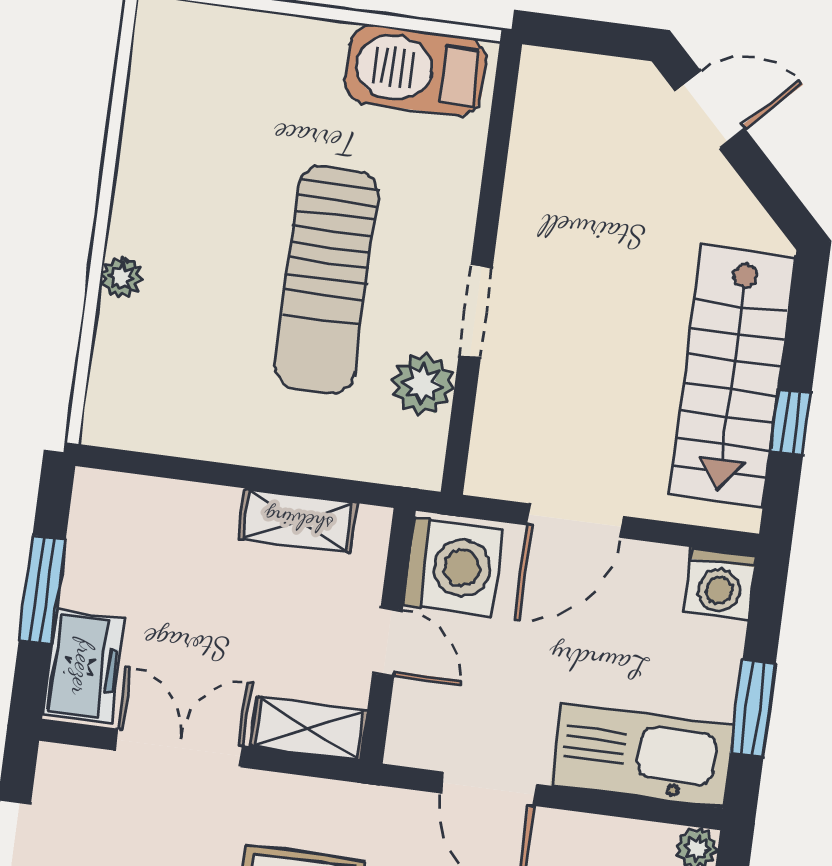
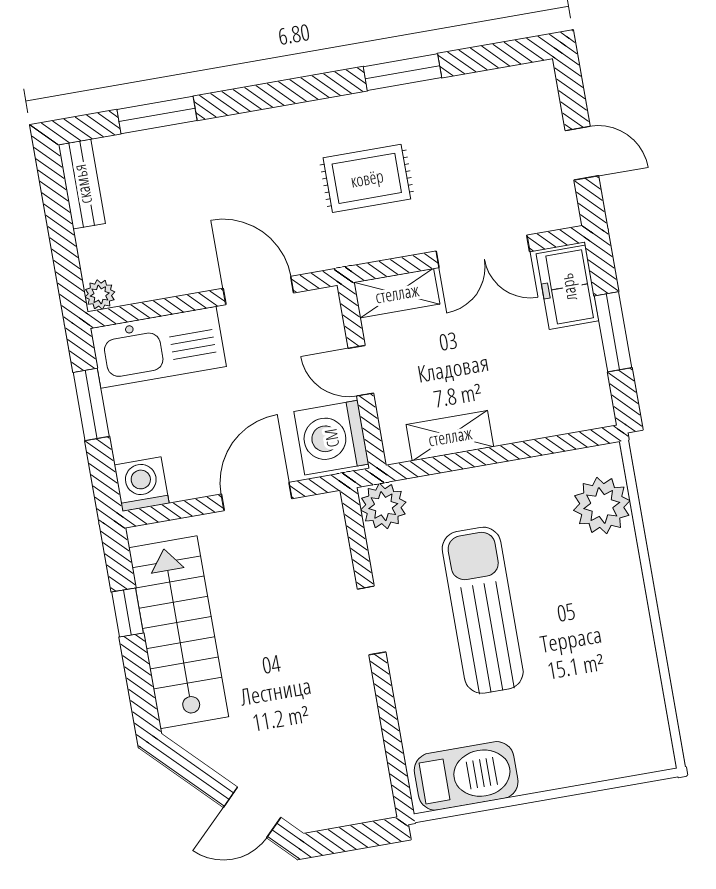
plant: (121, 277) -> (602, 505), moved, width x1.87, depth x1.87
plant: (423, 384) -> (383, 506), moved

